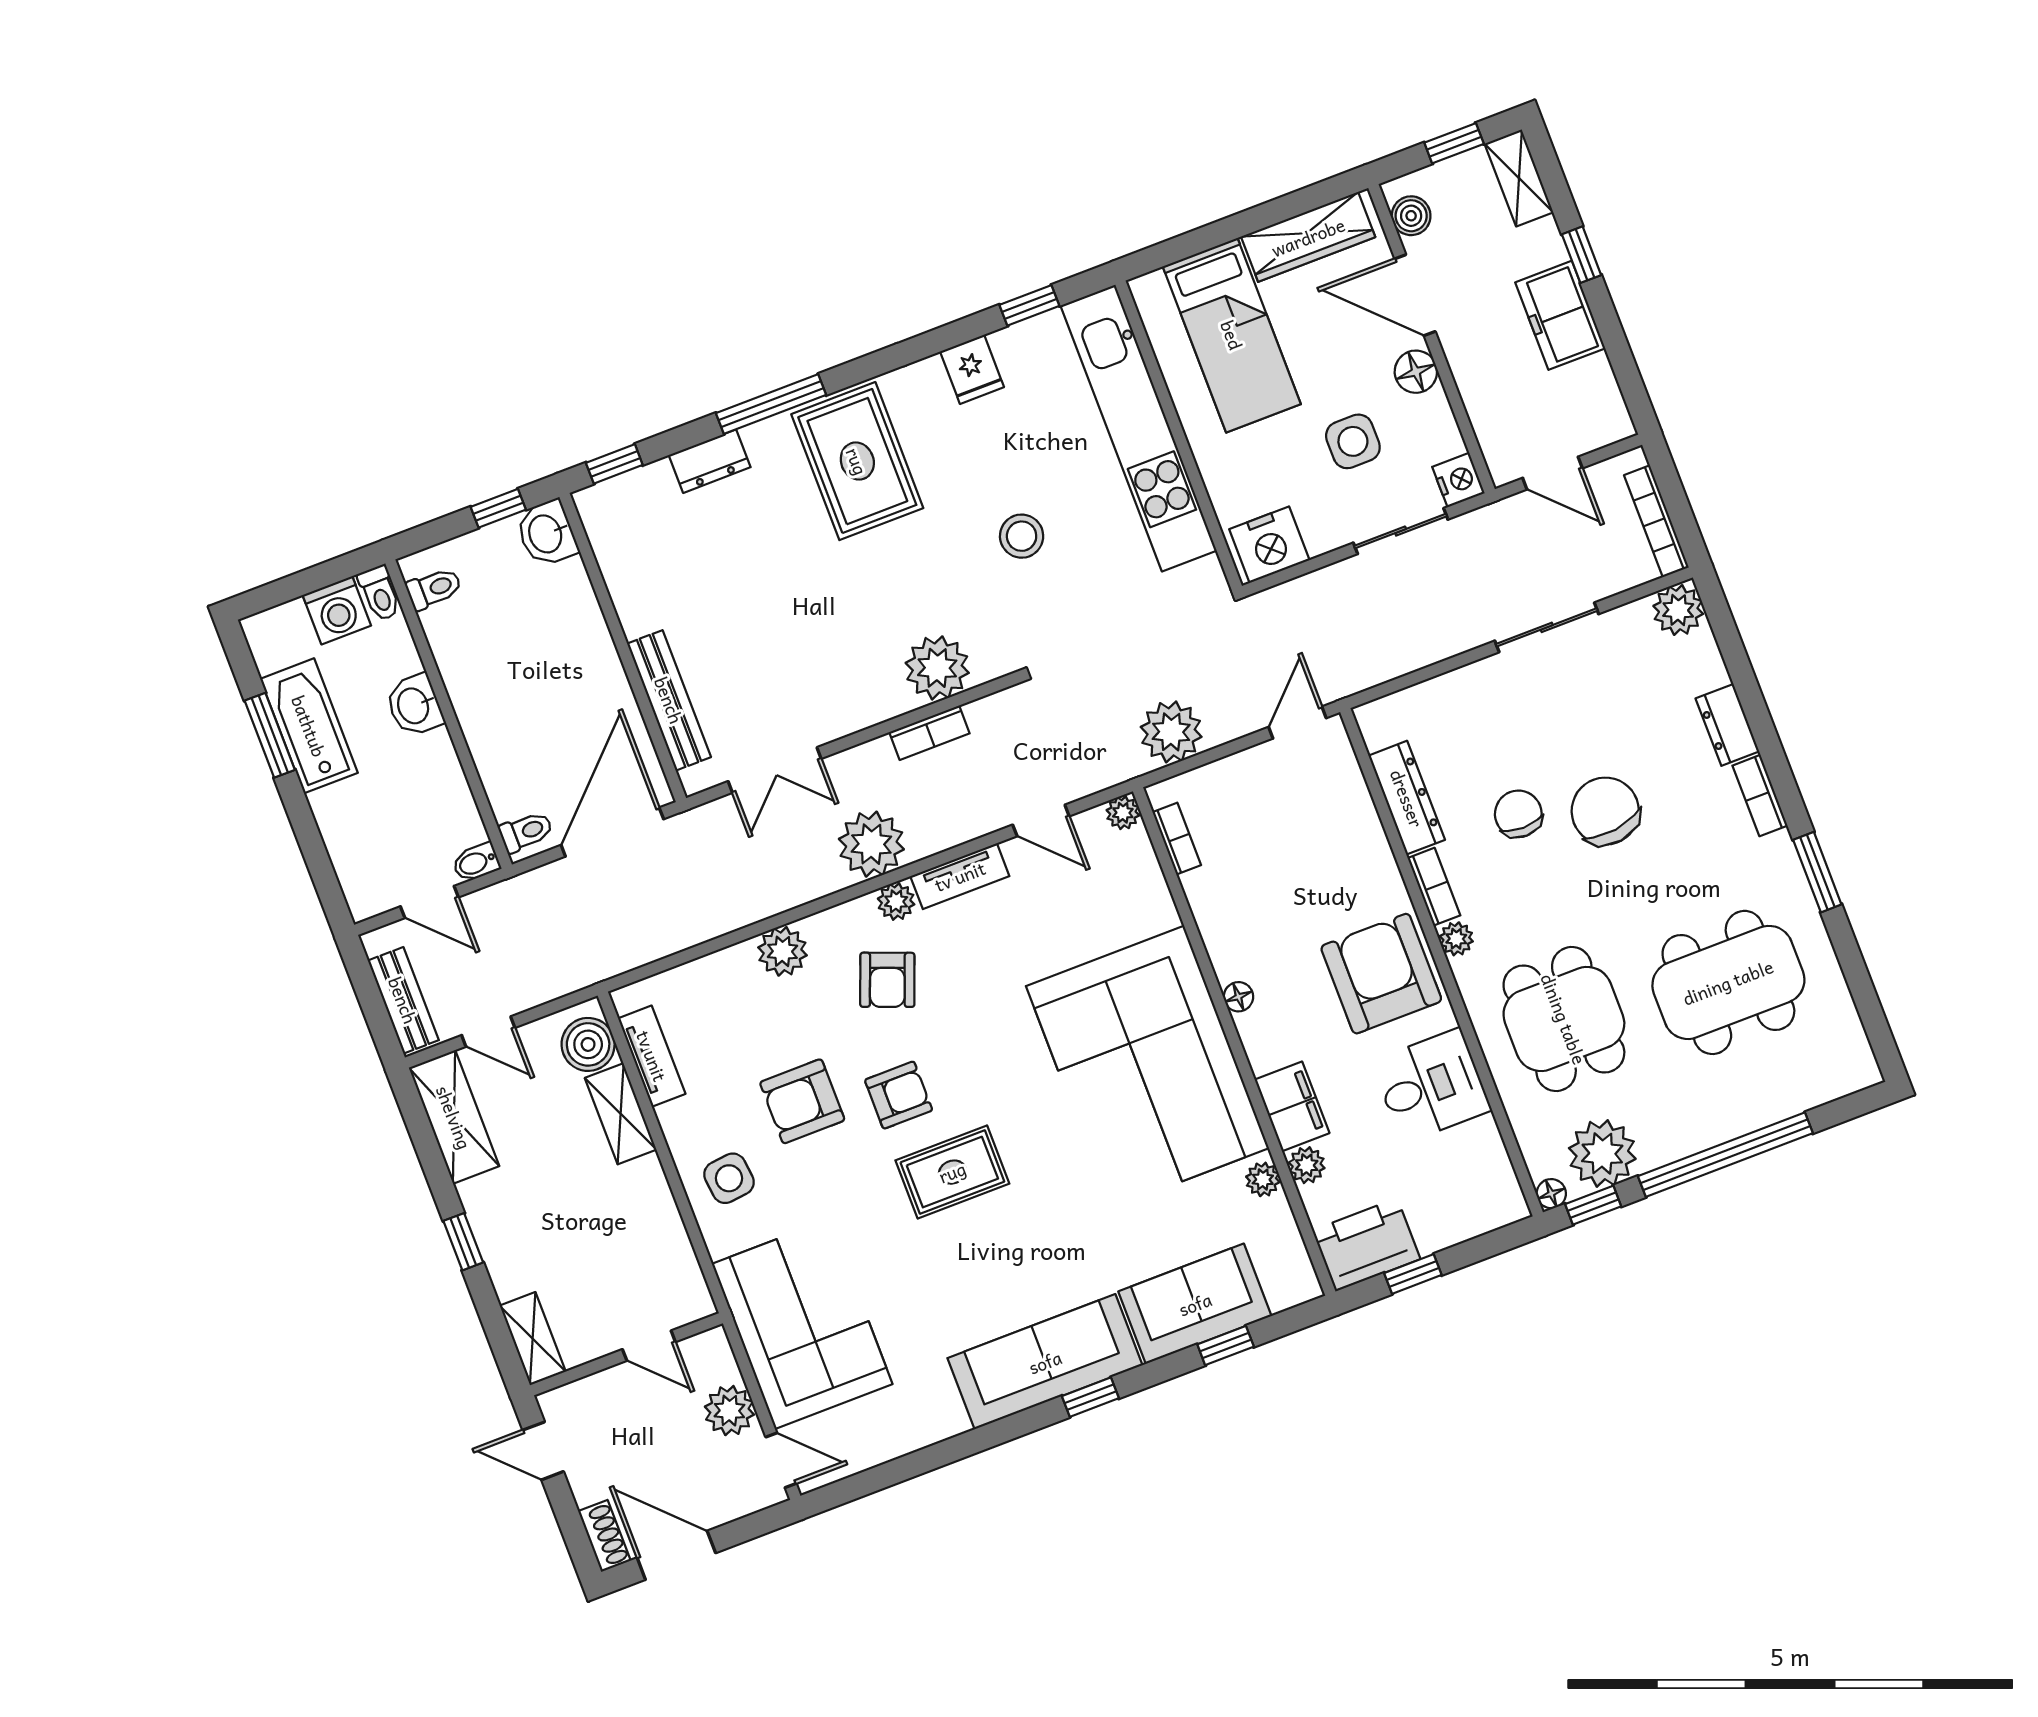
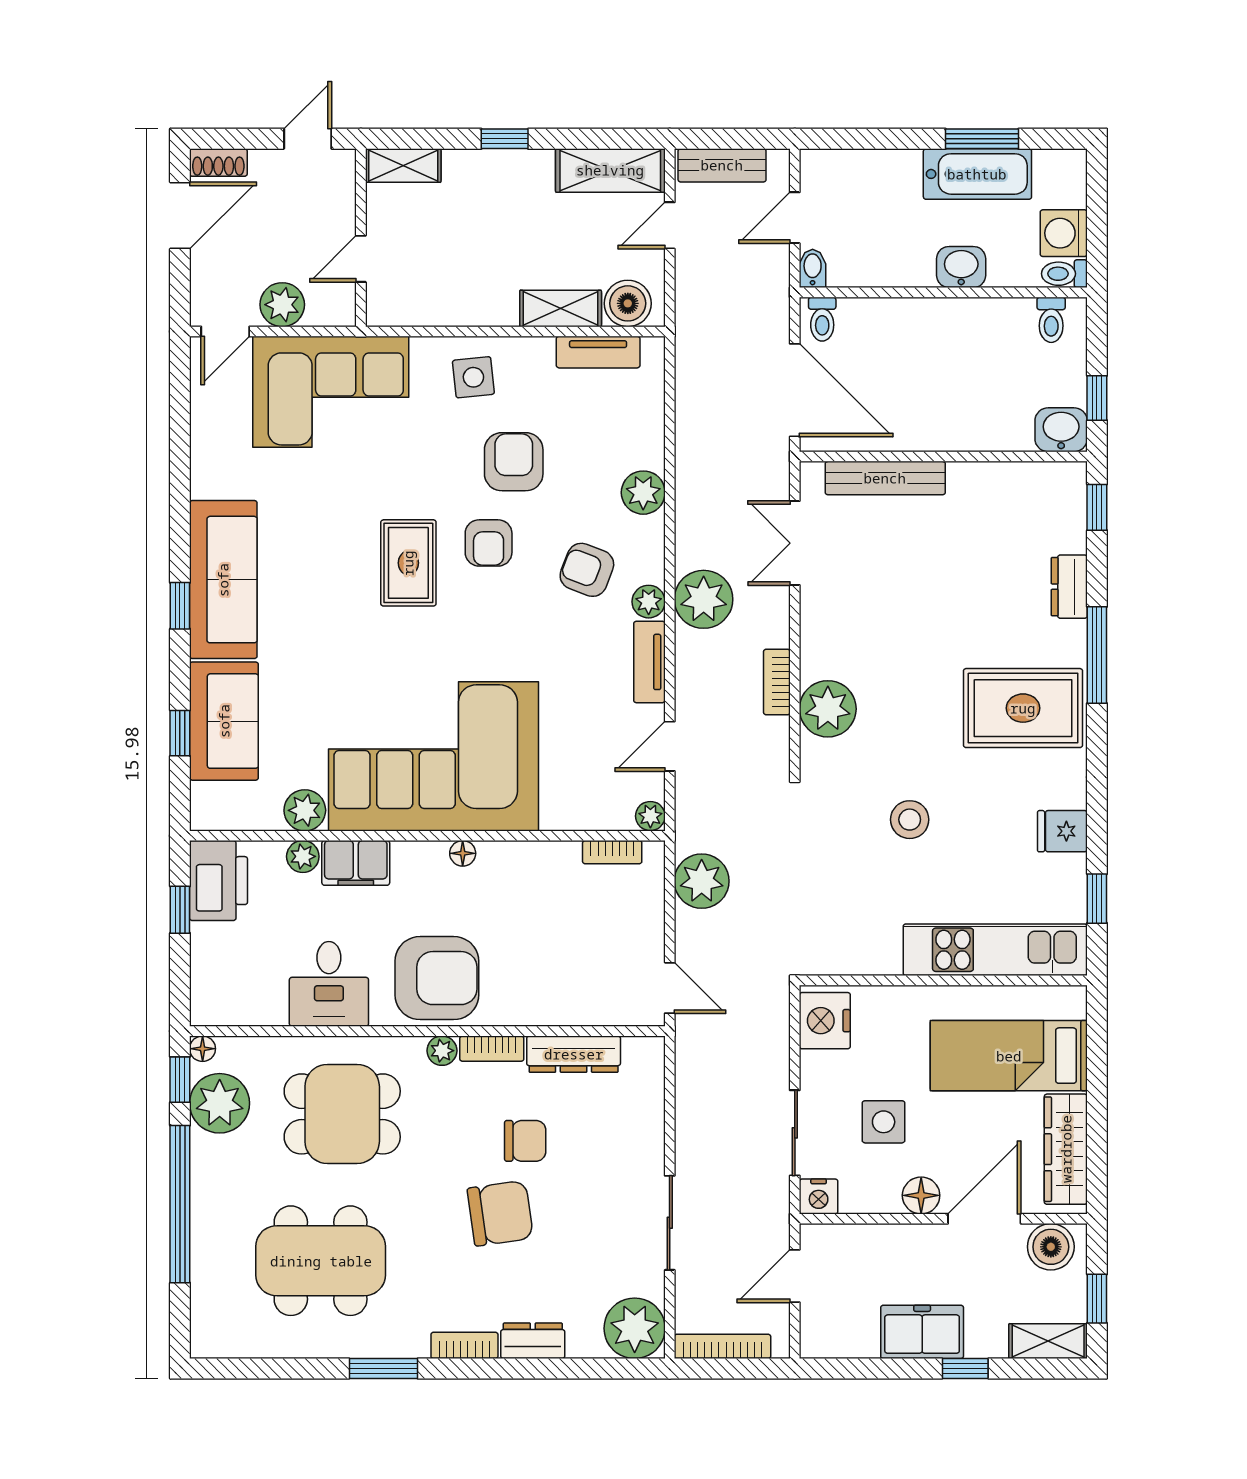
boiler: (1411, 216) -> (1051, 1247), width x1.36, depth x1.36
kitchen unit: (1139, 428) -> (995, 950), width x0.73
plant: (1678, 610) -> (635, 1328), width x1.36, depth x1.36
dining table: (1728, 982) -> (321, 1261), turned 90
plant: (1263, 1179) -> (305, 810), width x1.38, depth x1.38

